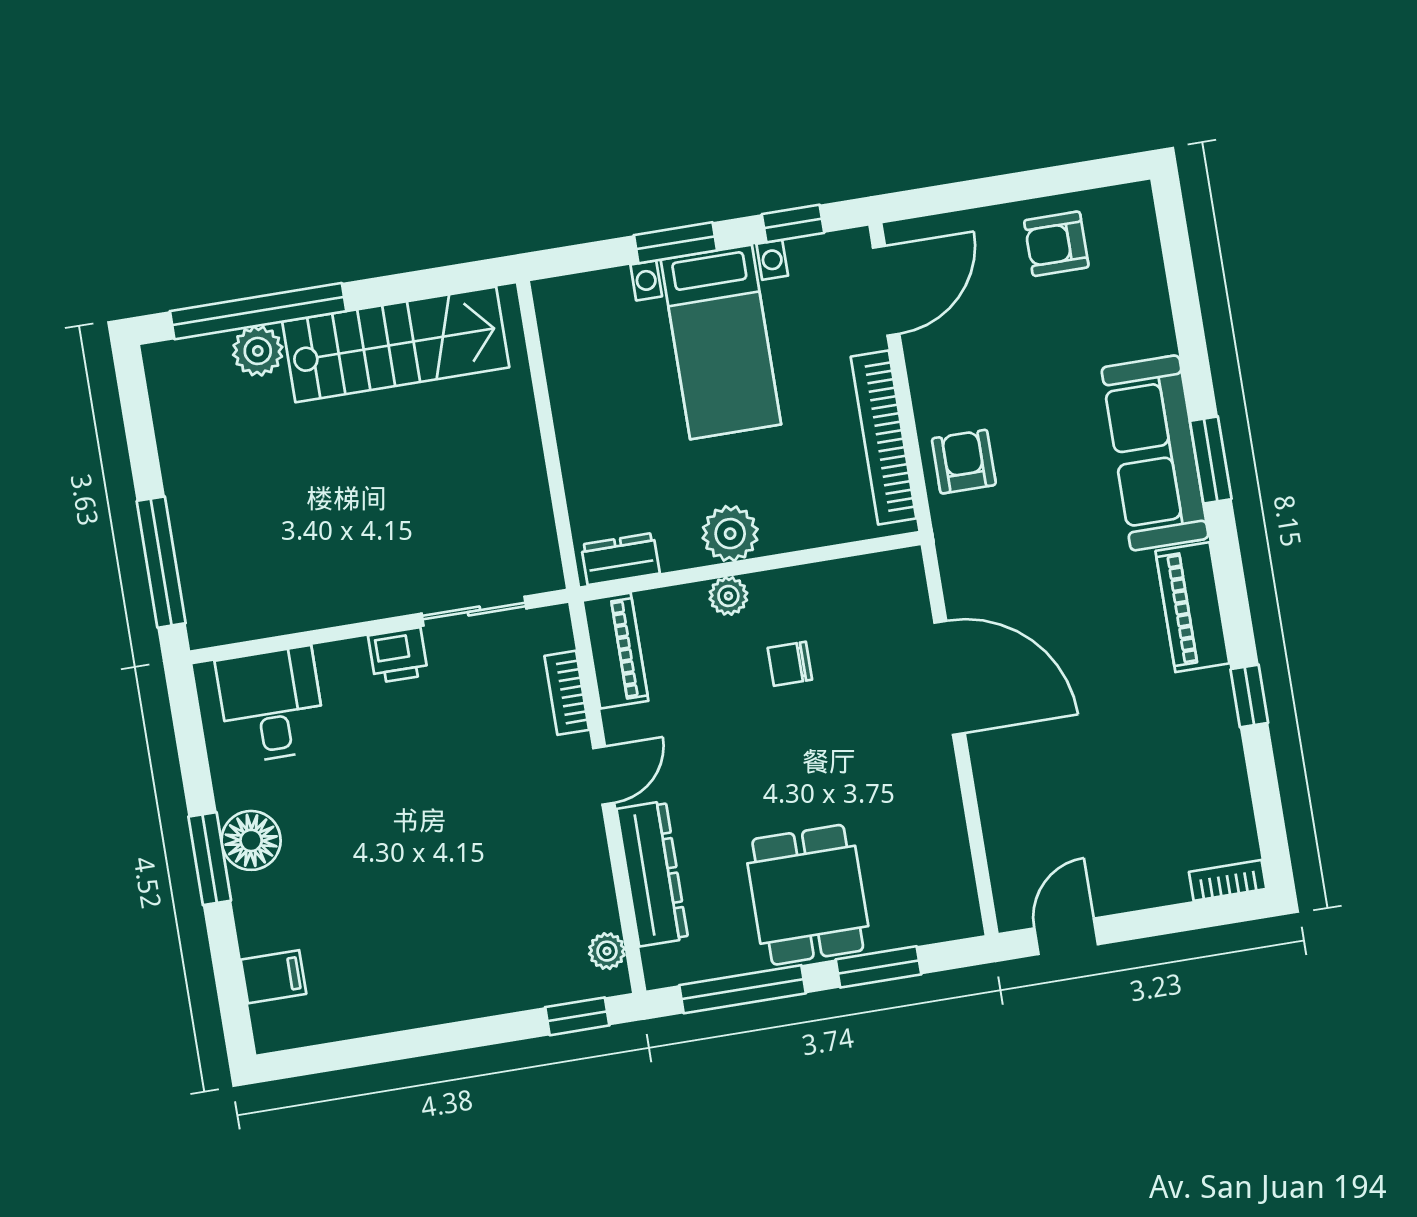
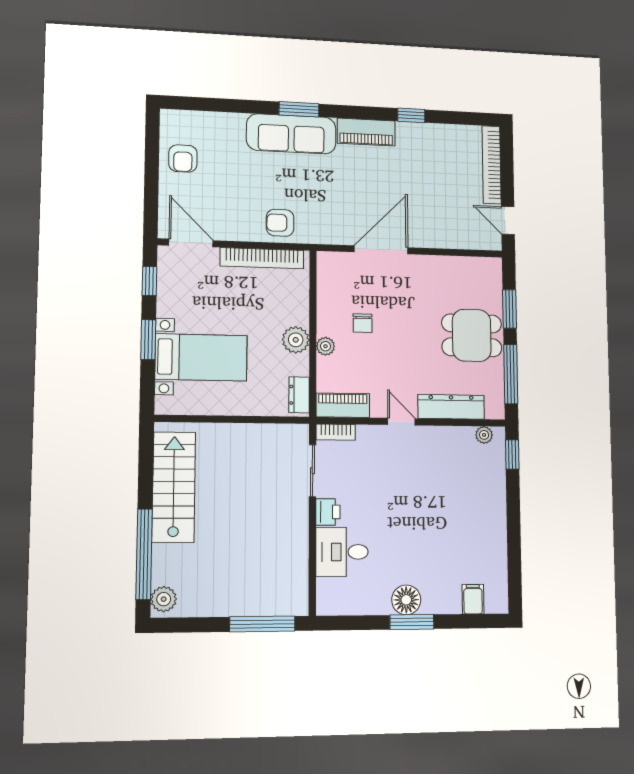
bed with nightstands: (721, 342) -> (201, 357), moved
plant: (258, 351) -> (164, 599), moved
bookcase: (567, 693) -> (336, 432), moved
desk: (271, 705) -> (342, 552), moved
bookcase: (1228, 880) -> (492, 165), width x2.31, depth x1.31

